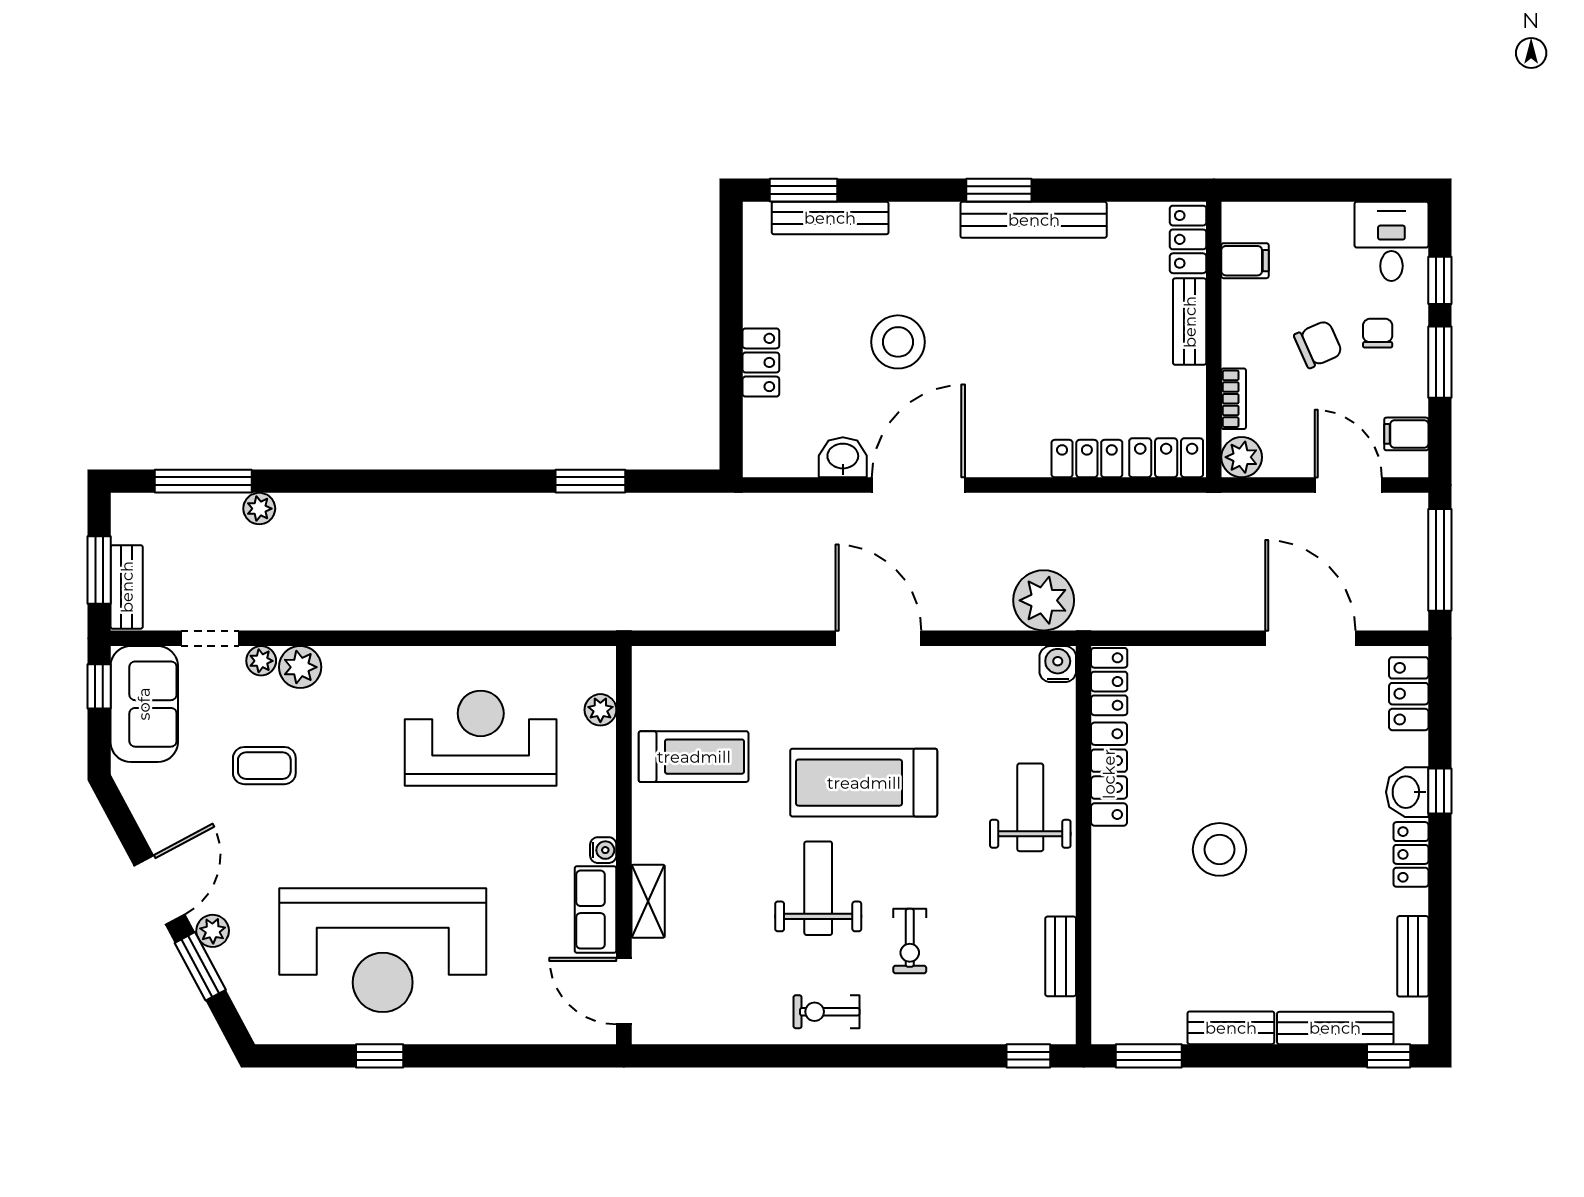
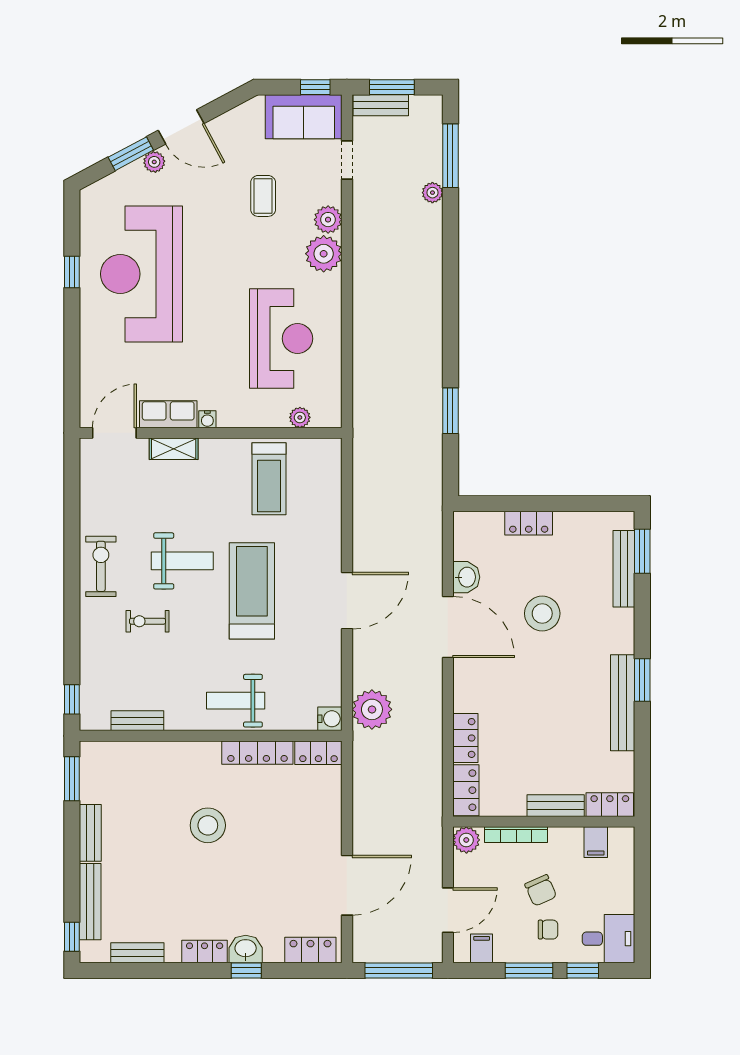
bookcase: (1234, 399) -> (516, 835), width x1.56
plant: (261, 661) -> (324, 254), moved, width x1.87, depth x1.87
weight bench: (1030, 807) -> (236, 701), turned 180
exercise bike: (826, 1012) -> (101, 566), width x1.38, depth x1.39

